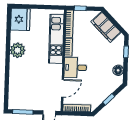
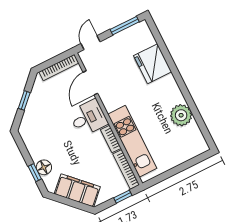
fridge: (20, 19) -> (153, 64), moved
plant: (18, 50) -> (181, 115), moved
floor lamp: (118, 70) -> (44, 167), moved

